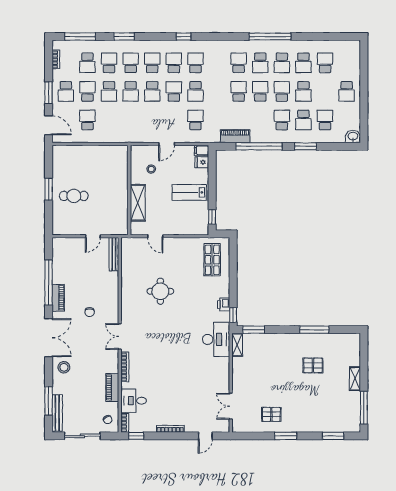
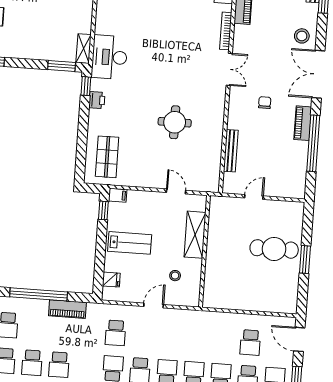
filing cabinet: (202, 150) -> (118, 195), moved
cafe table: (74, 196) -> (274, 249), width x1.37, depth x1.35
bench: (114, 254) -> (231, 151), moved

